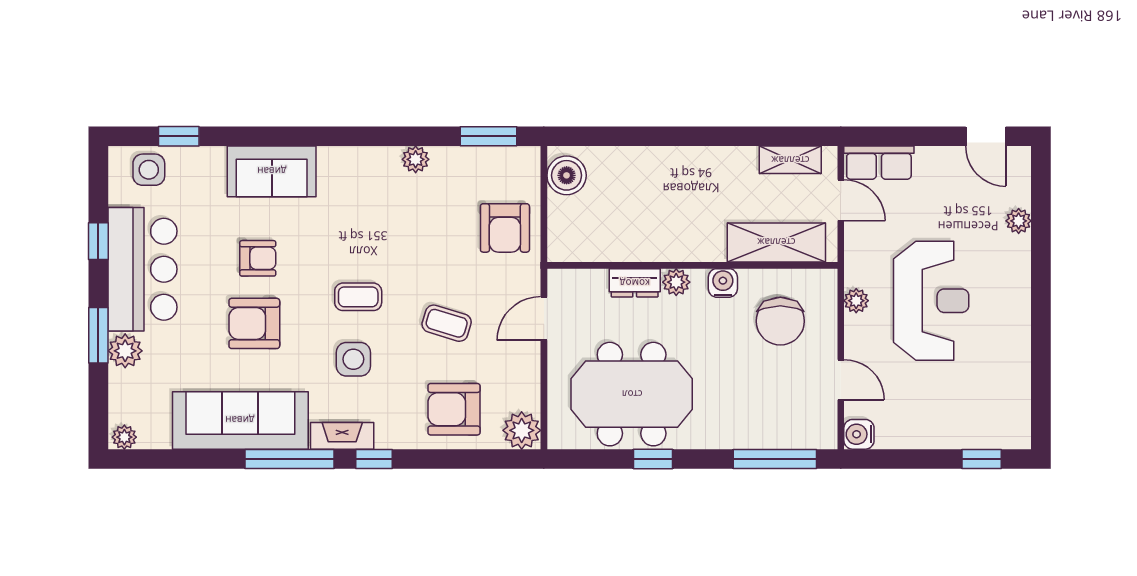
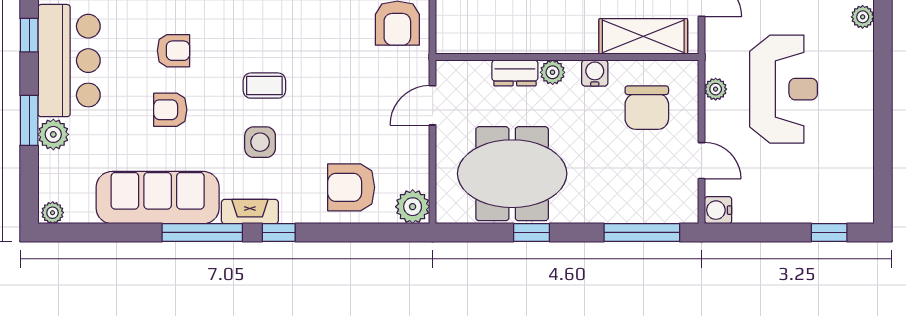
armchair: (254, 323) -> (170, 110), width x0.72, depth x0.72
coffee table: (447, 323) -> (345, 109), removed

